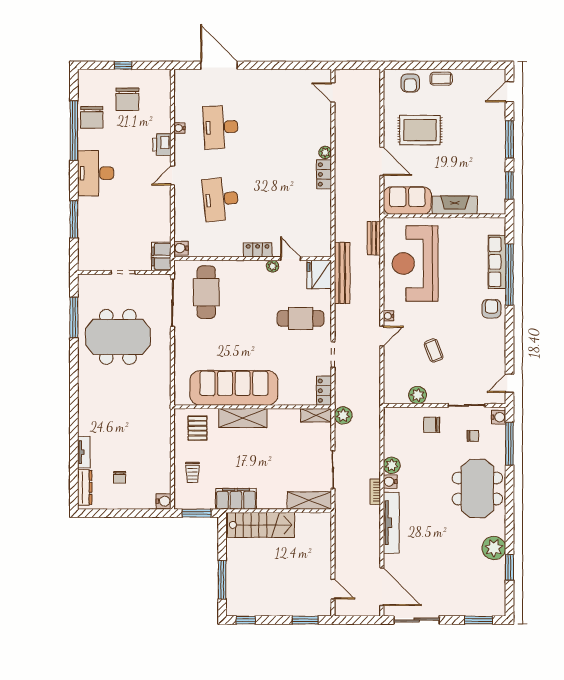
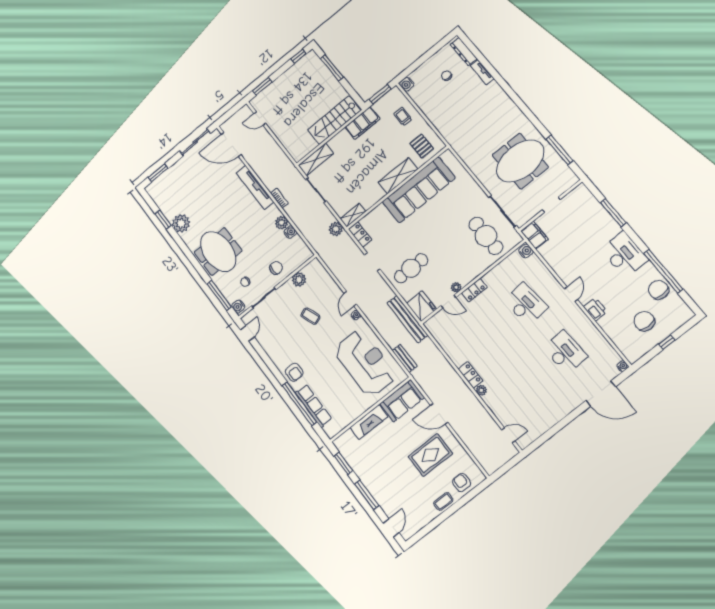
water cooler: (179, 128) -> (623, 366), moved
water cooler: (390, 482) -> (290, 232), moved

